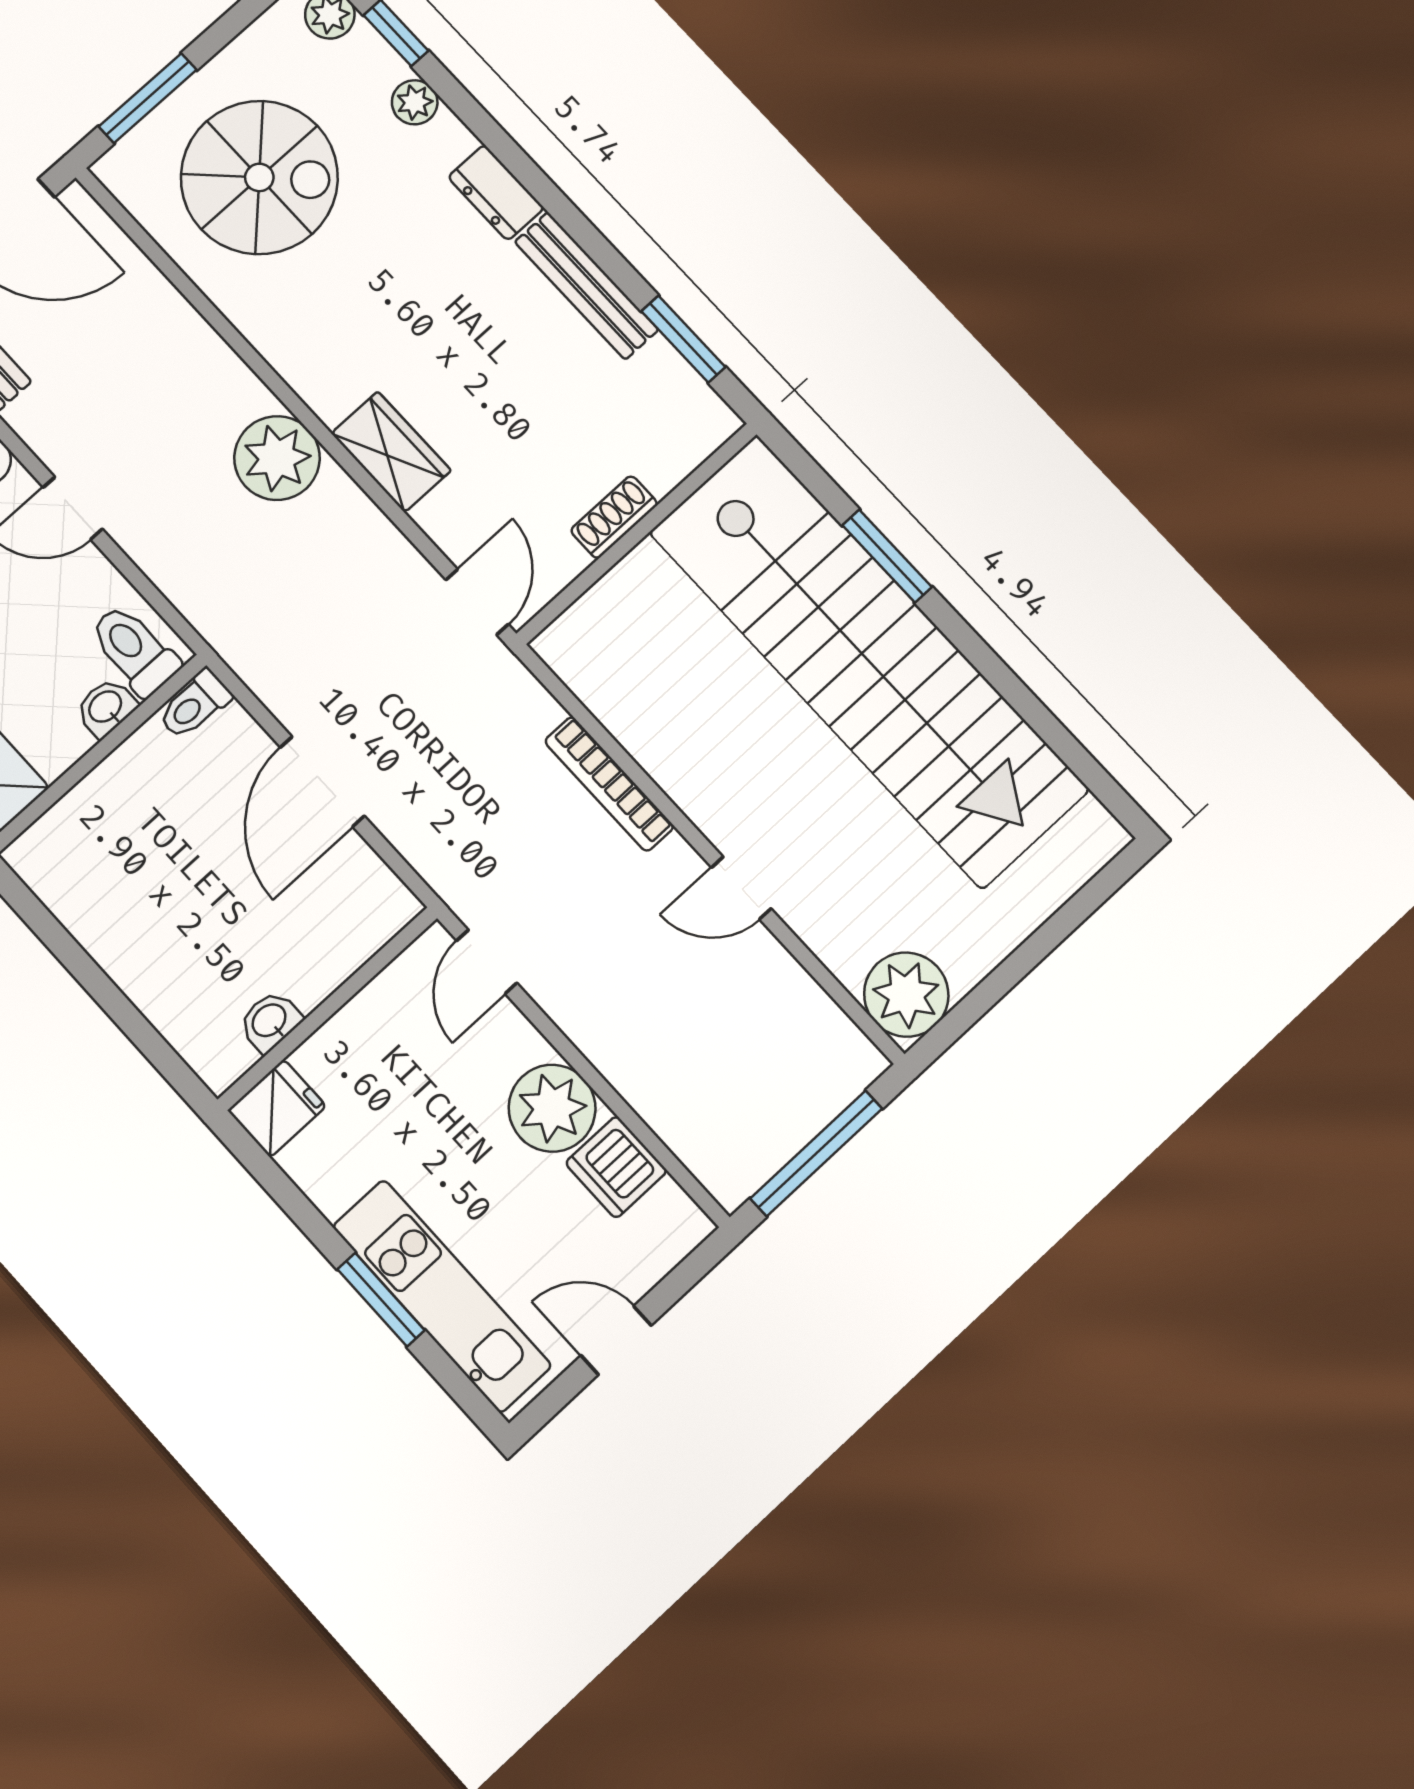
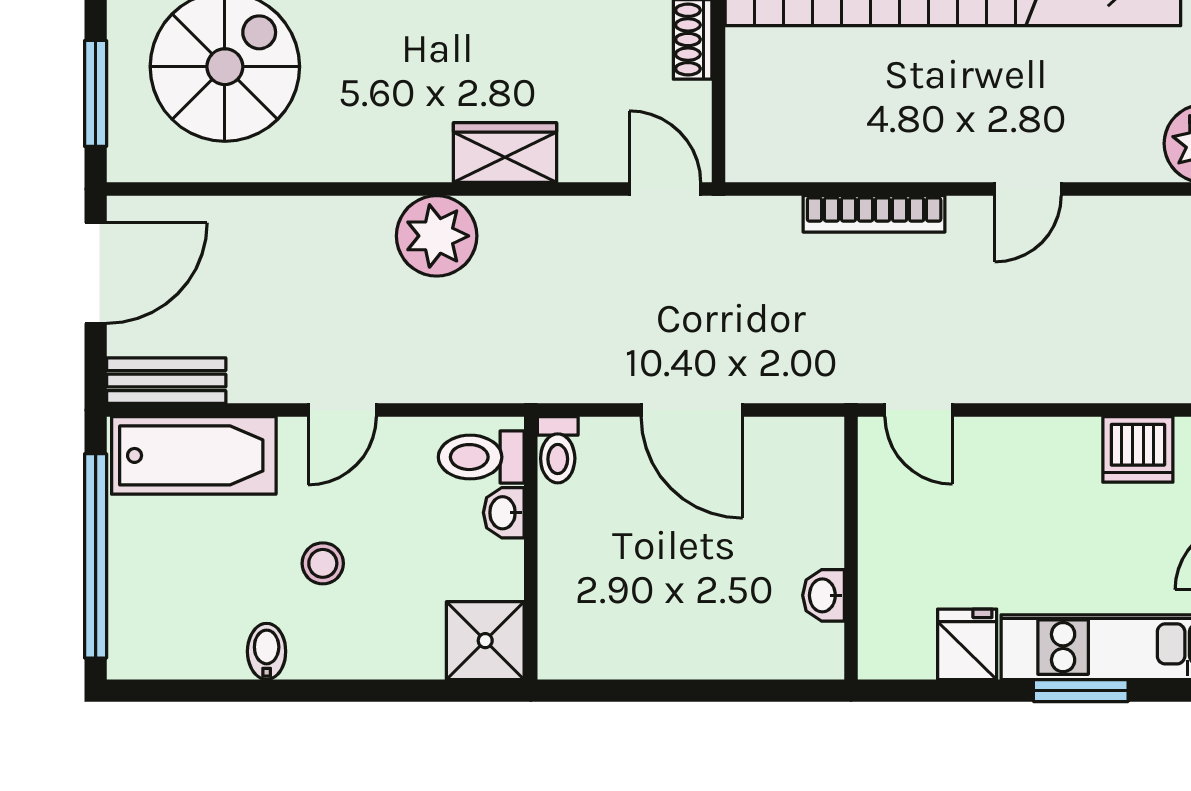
fridge: (277, 1108) -> (967, 644), moved
plant: (552, 1108) -> (1059, 457), removed

